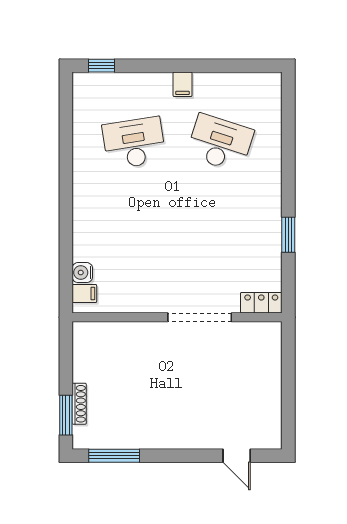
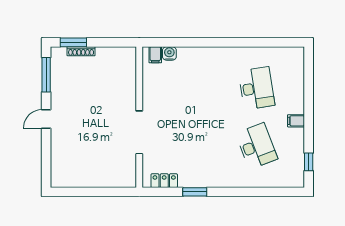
window: (101, 66) -> (309, 162), moved
desk: (220, 143) -> (257, 146), turned -39
locker: (261, 303) -> (164, 181), moved, turned -90
door: (237, 456) -> (46, 119), moved

